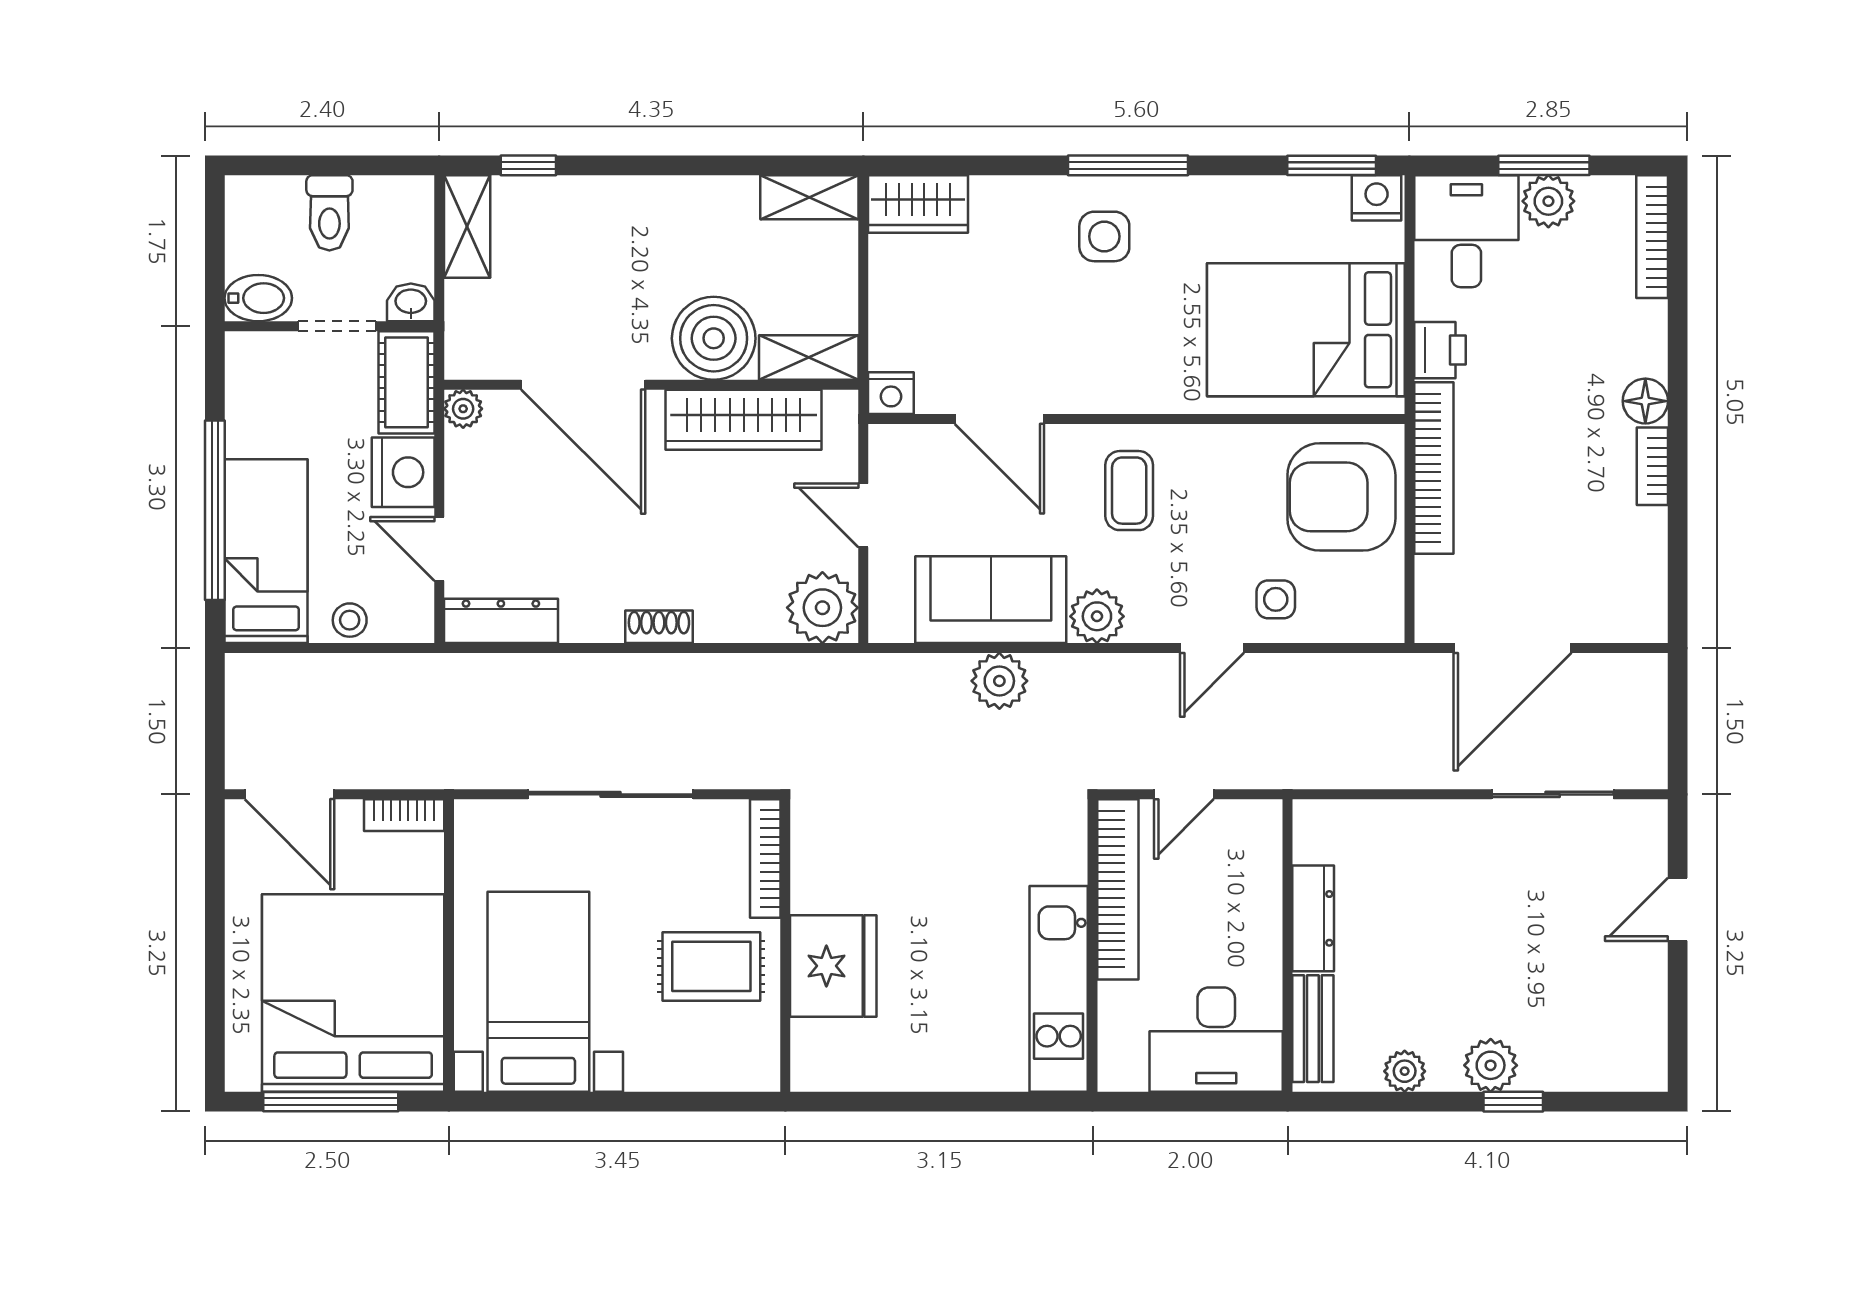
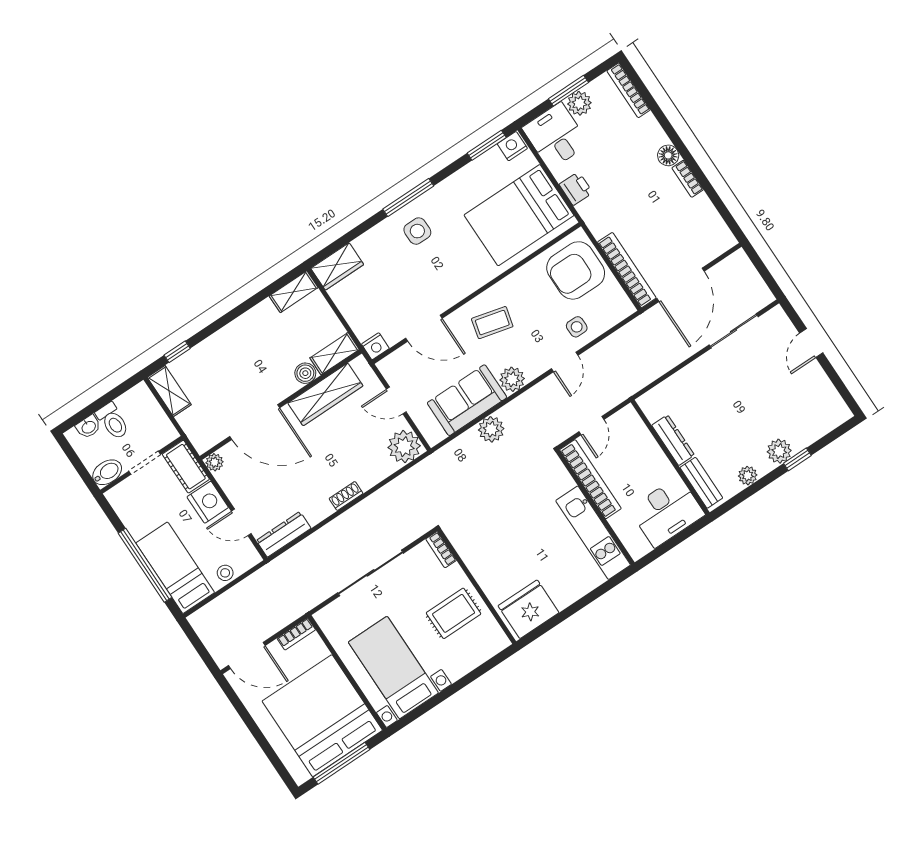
washbasin: (411, 302) -> (88, 427), moved, turned 180
boiler: (714, 338) -> (305, 373), width x0.54, depth x0.54
bookcase: (1434, 468) -> (627, 270), moved
coffee table: (1129, 491) -> (492, 323), turned -76
bookcase: (765, 859) -> (441, 550), width x0.64
fridge: (833, 966) -> (528, 609), moved, turned -90

